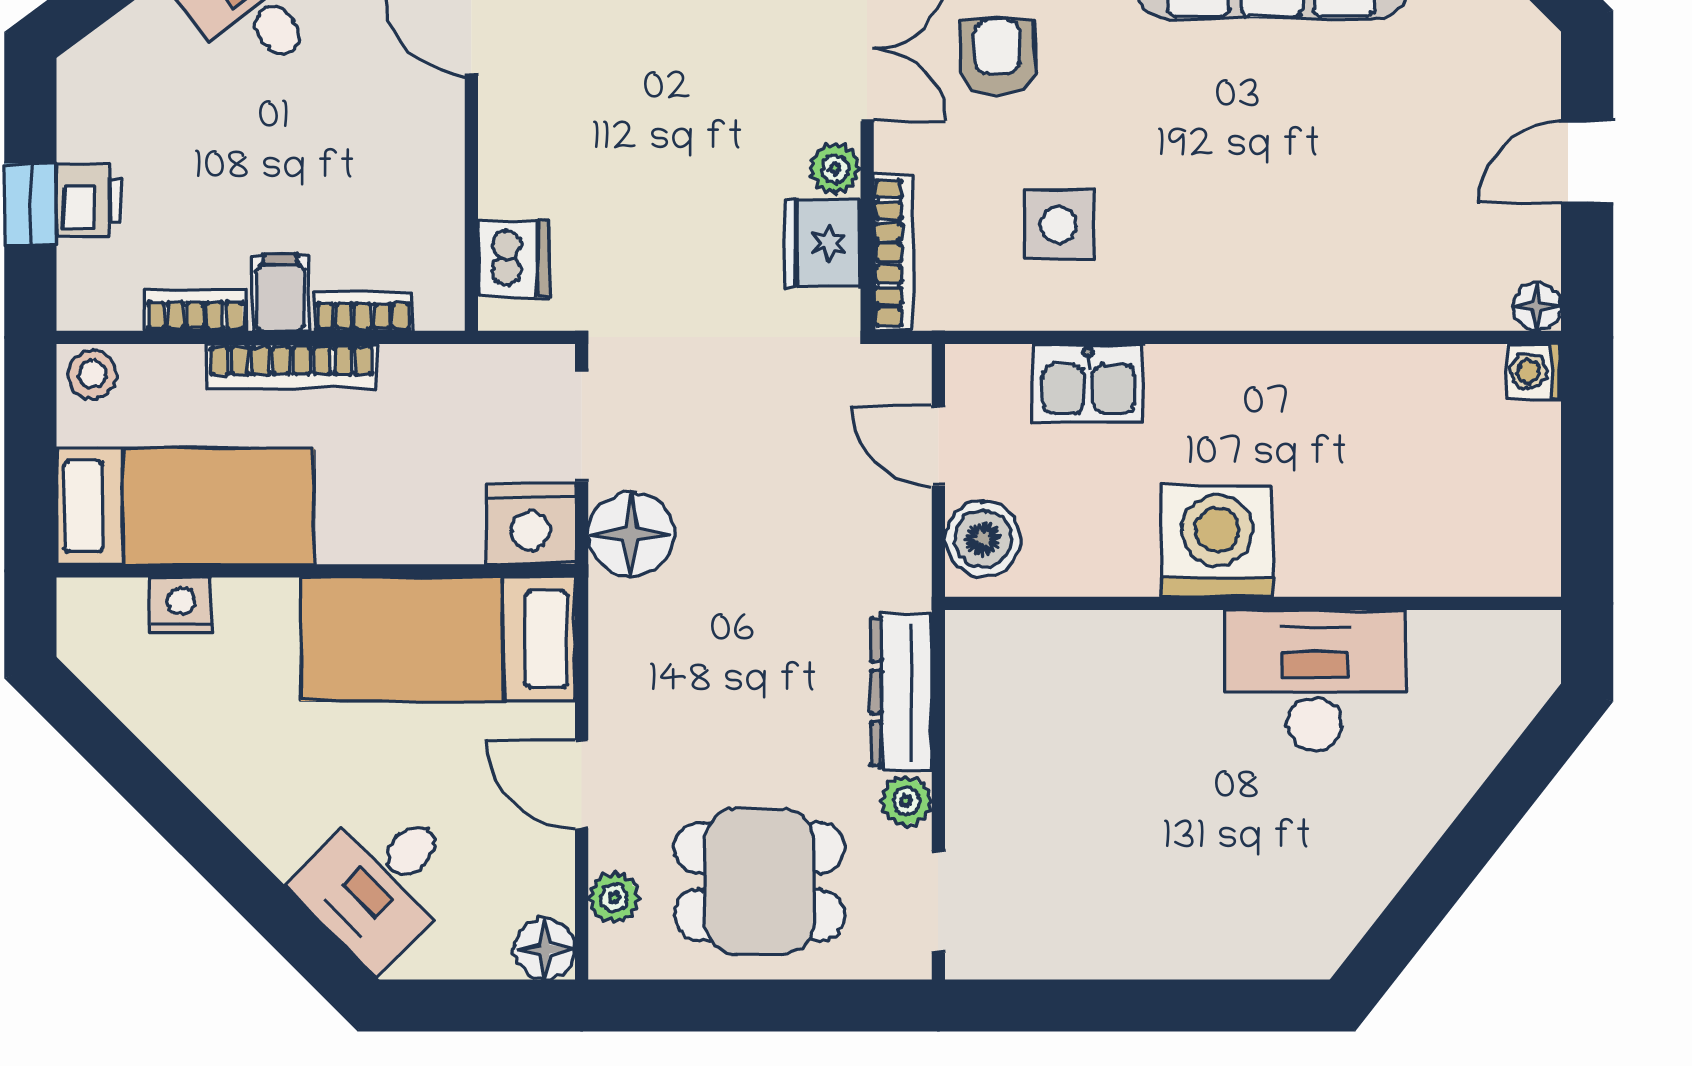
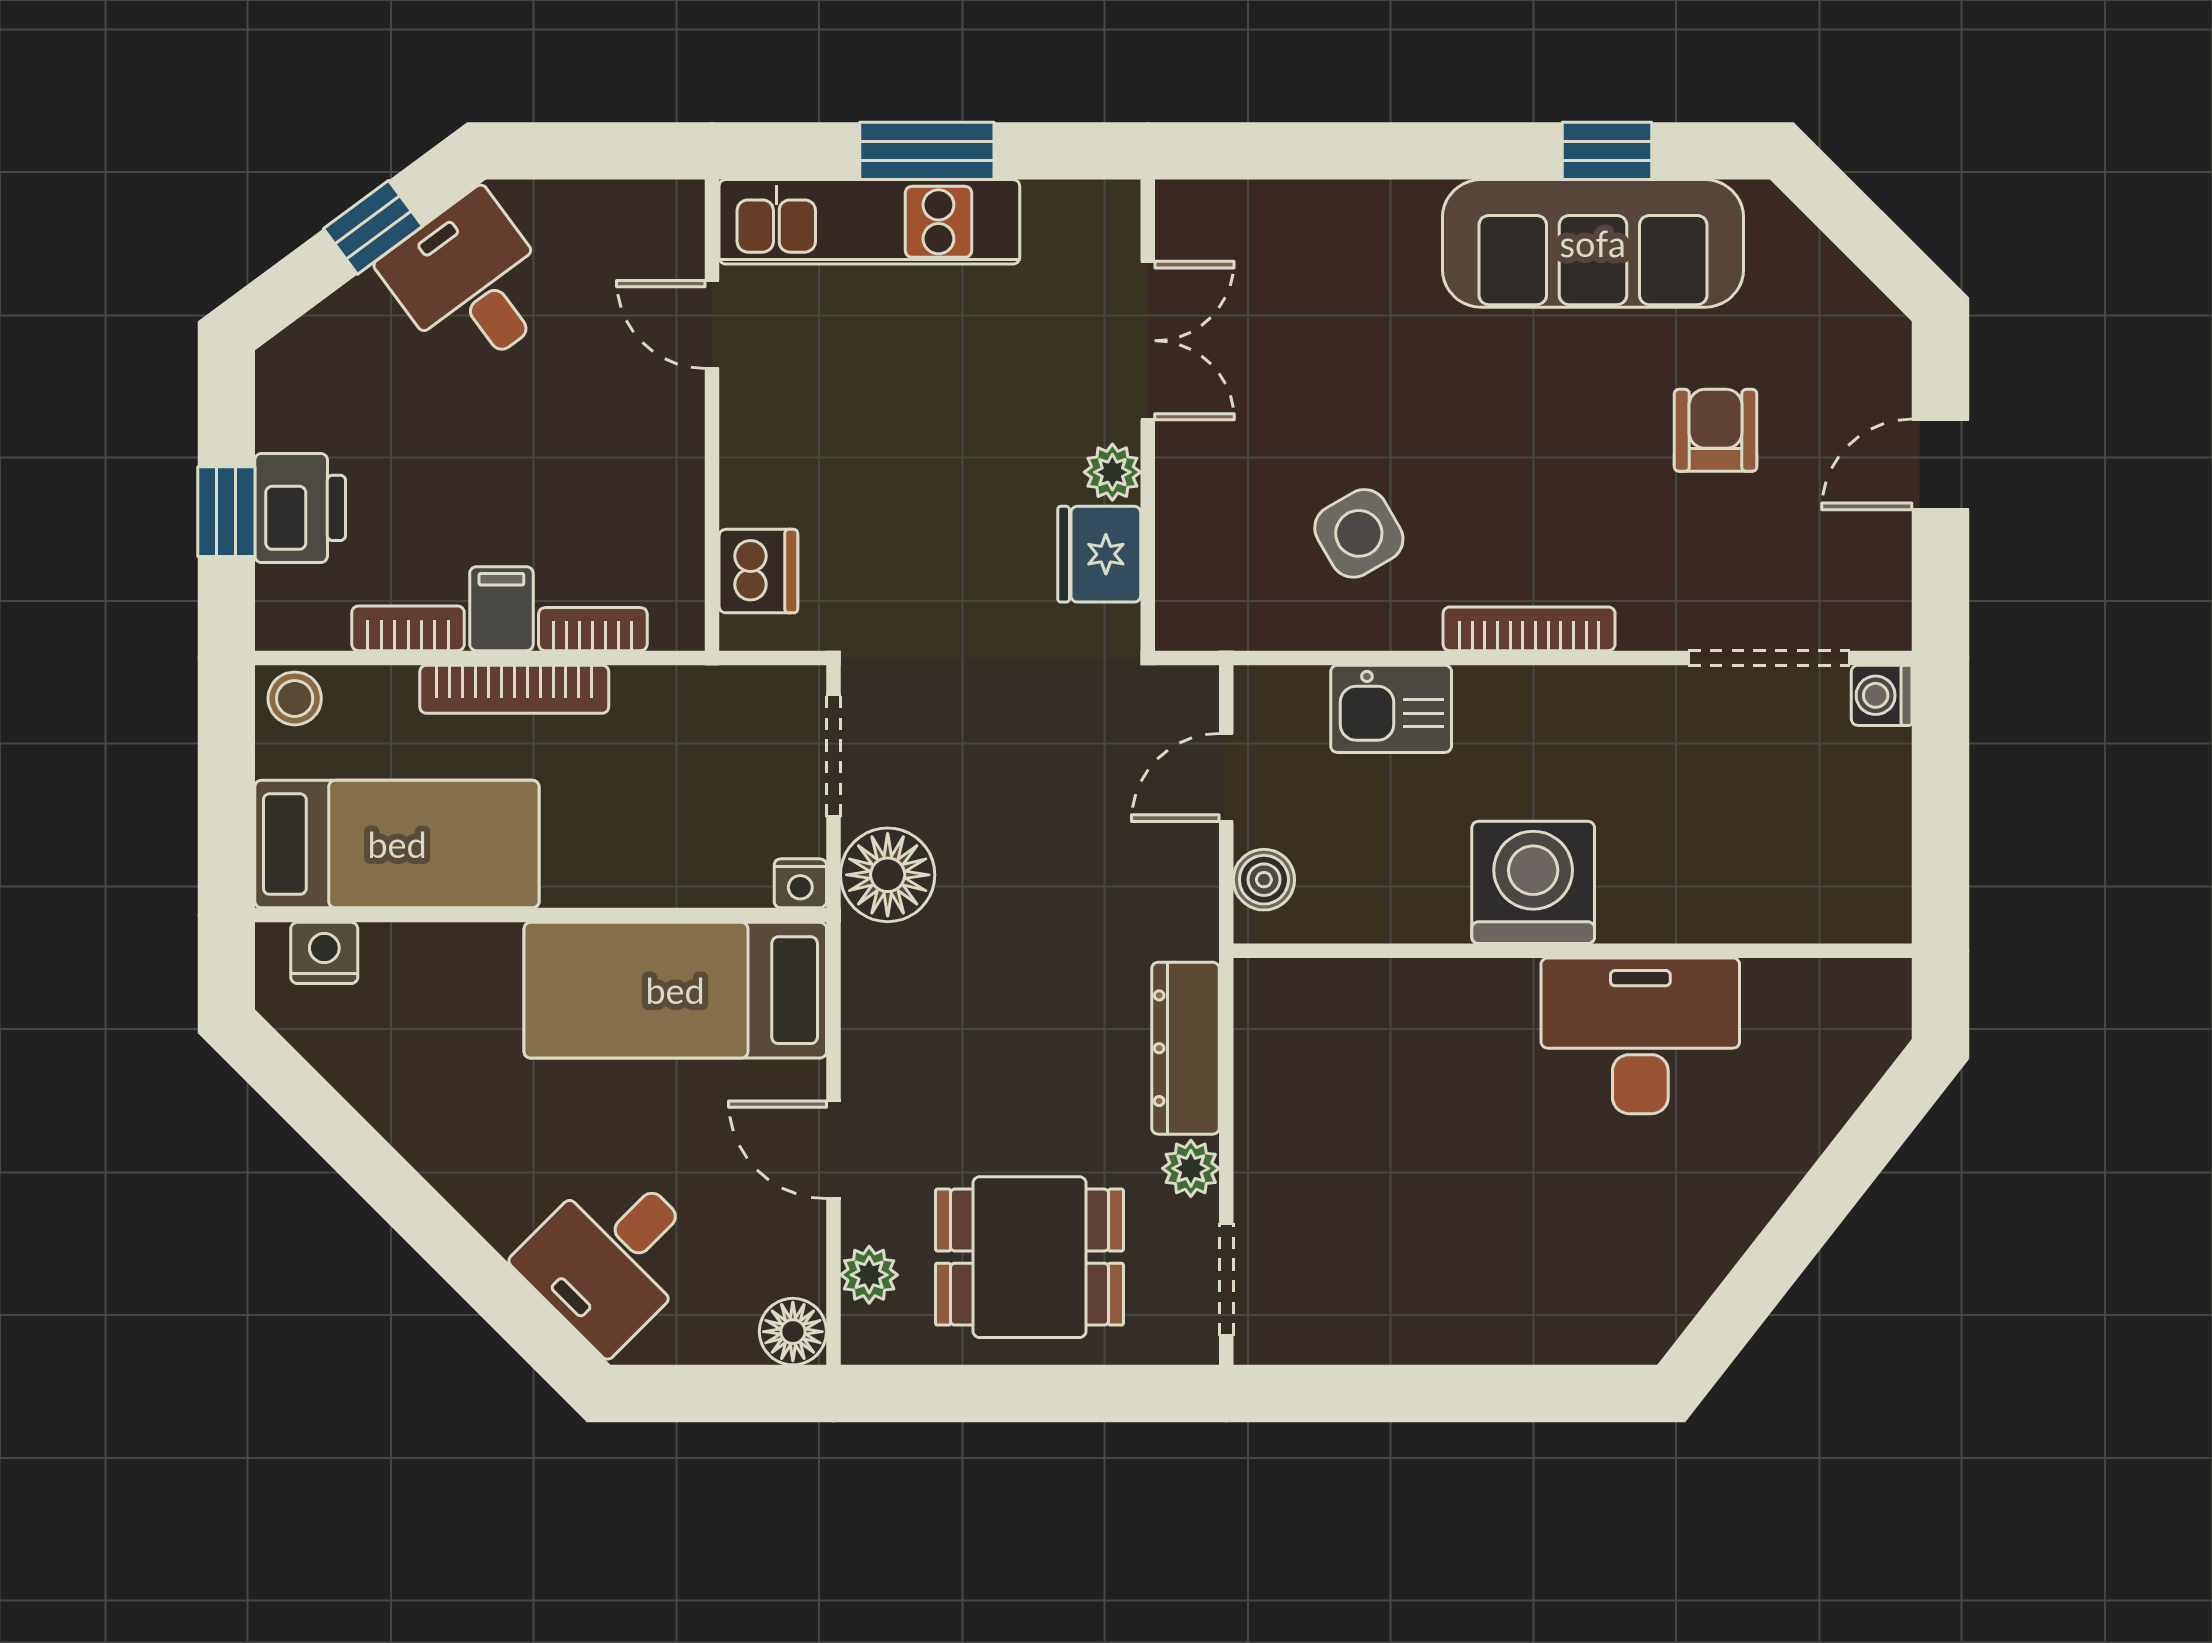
armchair: (997, 57) -> (1716, 430), moved
printer: (89, 201) -> (300, 508), width x1.36, depth x1.24
side table: (1059, 224) -> (1359, 533), turned -30
bookcase: (894, 253) -> (1529, 629), moved, turned -90
floor lamp: (1537, 307) -> (1885, 624), removed
doorway: (1431, 337) -> (1769, 658), added
door: (938, 446) -> (1226, 777), hinge flipped
nightstand: (531, 524) -> (800, 883), width x0.53, depth x0.56
boiler: (983, 539) -> (1264, 880), width x0.73, depth x0.73
nightstand: (181, 605) -> (324, 953), moved

